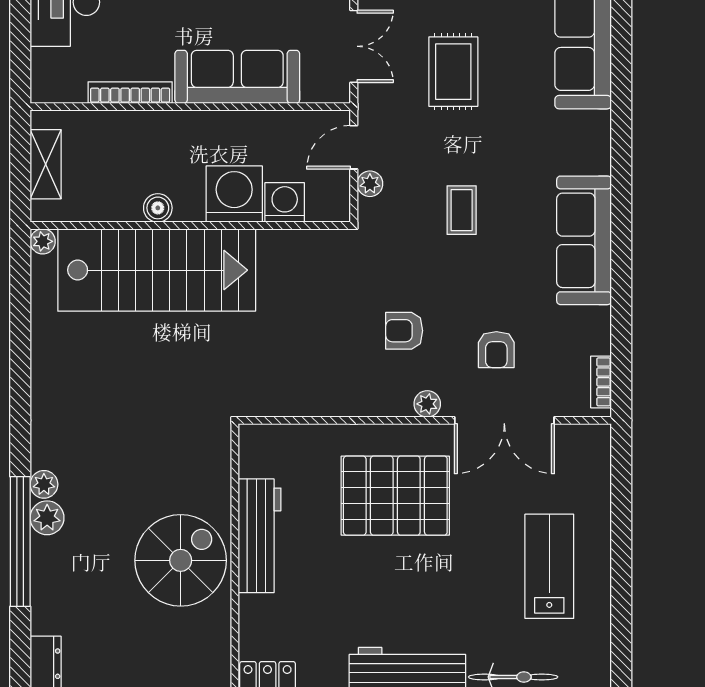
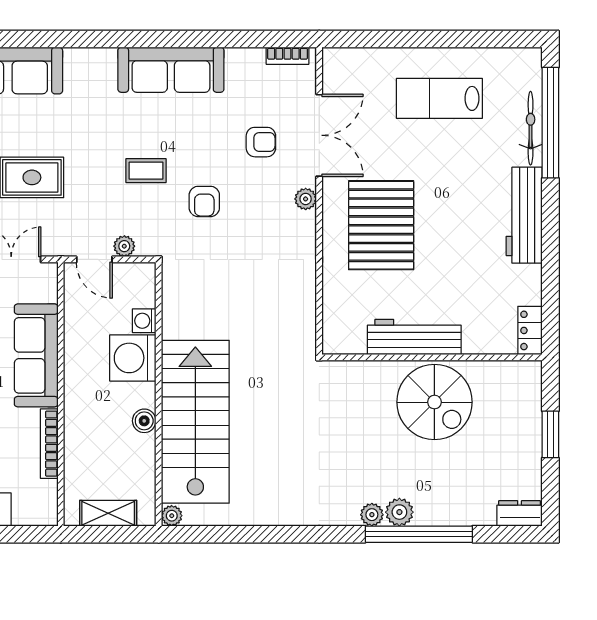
washing machine: (285, 202) -> (144, 321), width x0.73, depth x0.73
armchair: (404, 331) -> (204, 201), moved
spiral stairs: (181, 560) -> (434, 402), turned 180

